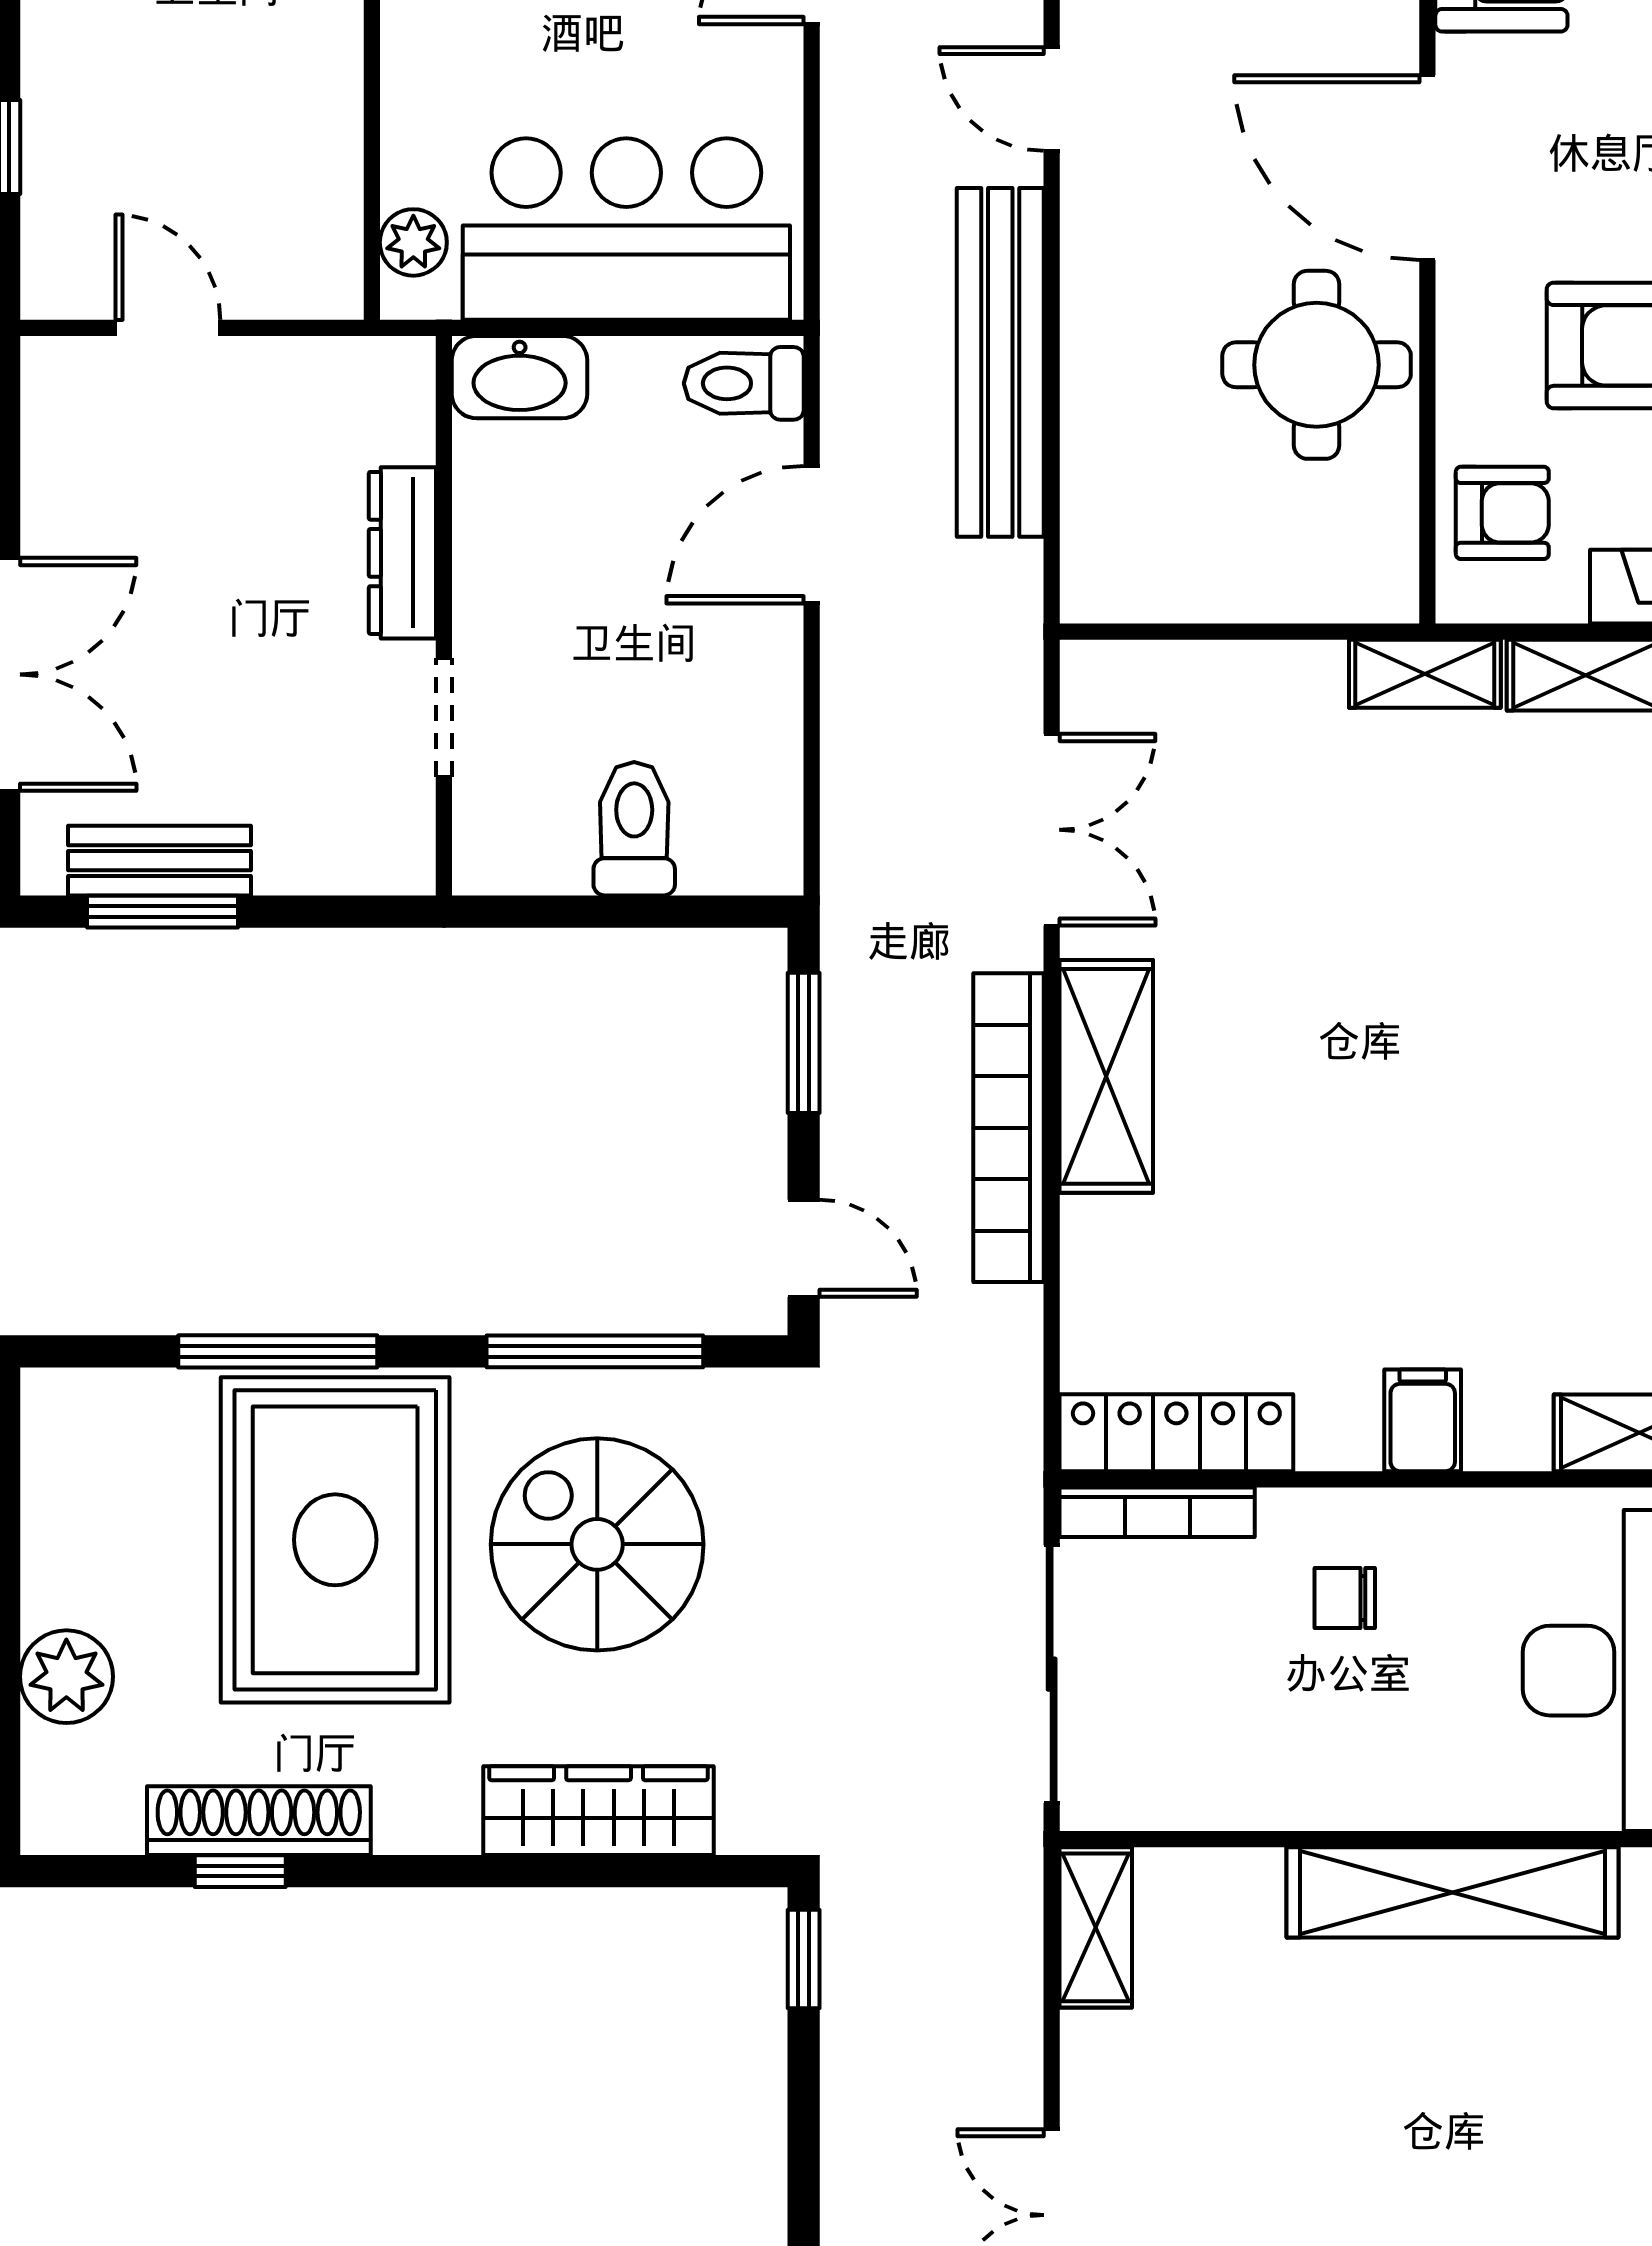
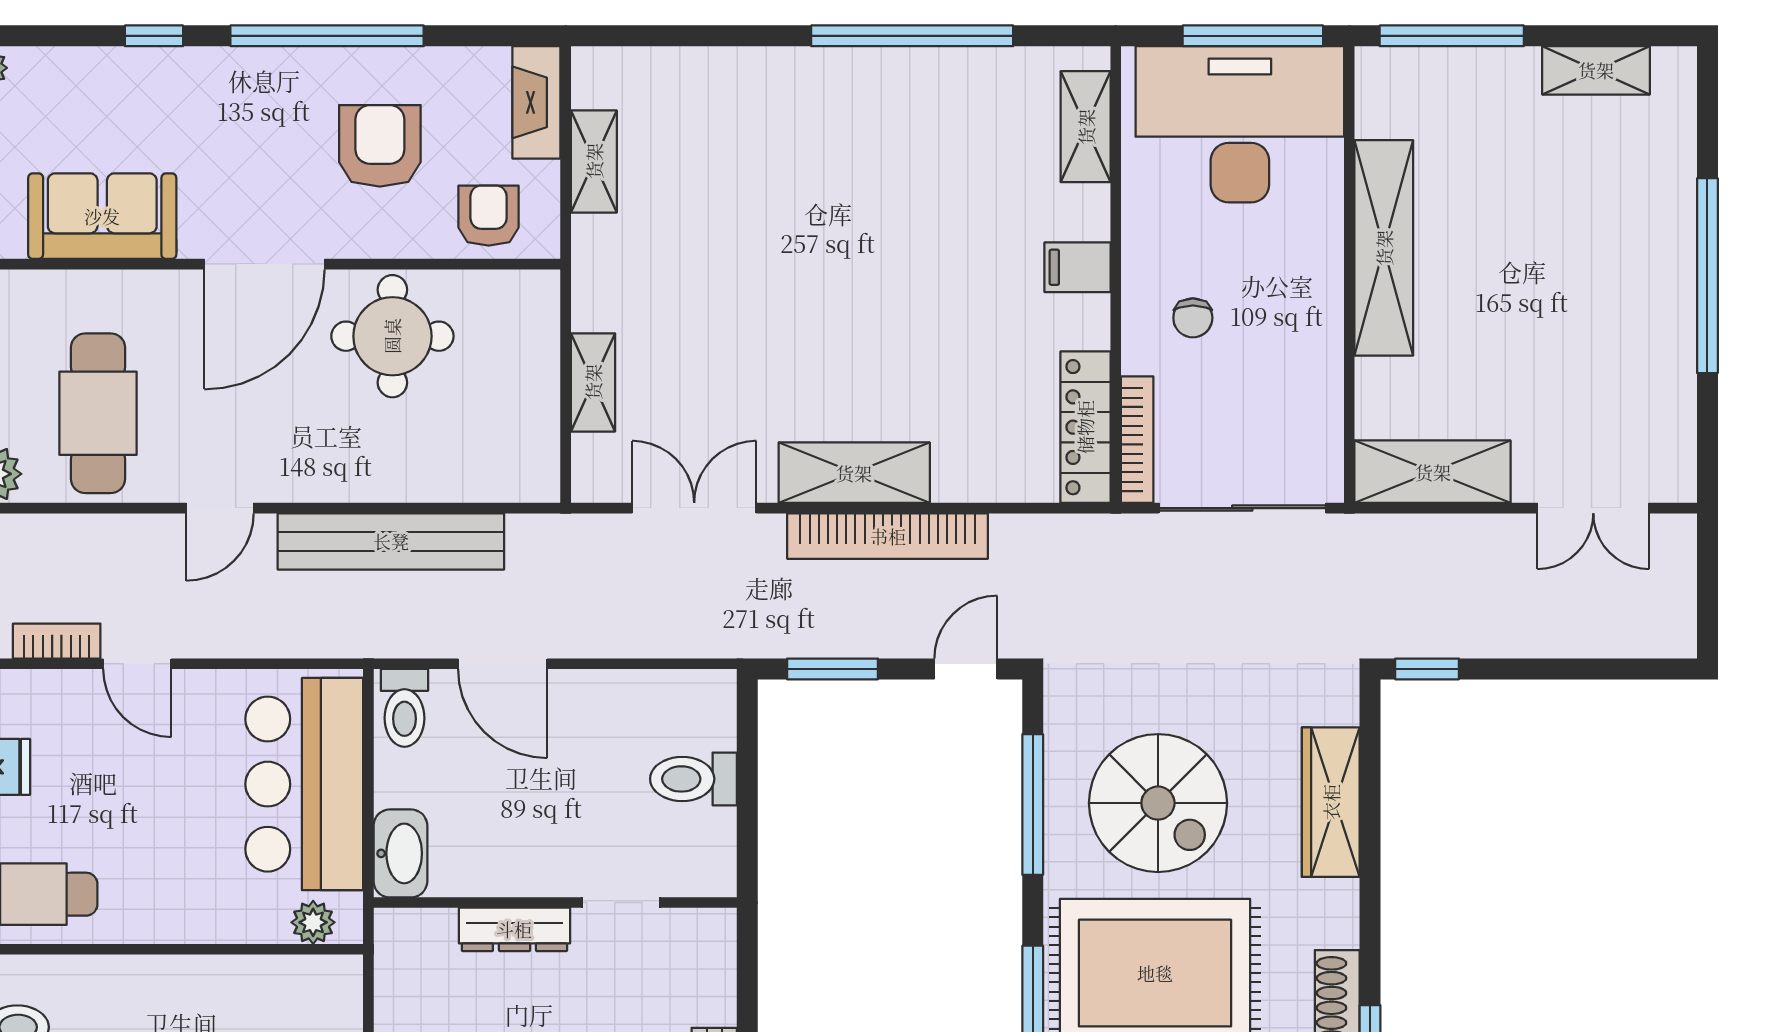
shelving: (1425, 674) -> (593, 382), moved
spiral stairs: (597, 1544) -> (1158, 803), turned -90
shelving: (1096, 1927) -> (1433, 472), width x1.50, depth x1.33

